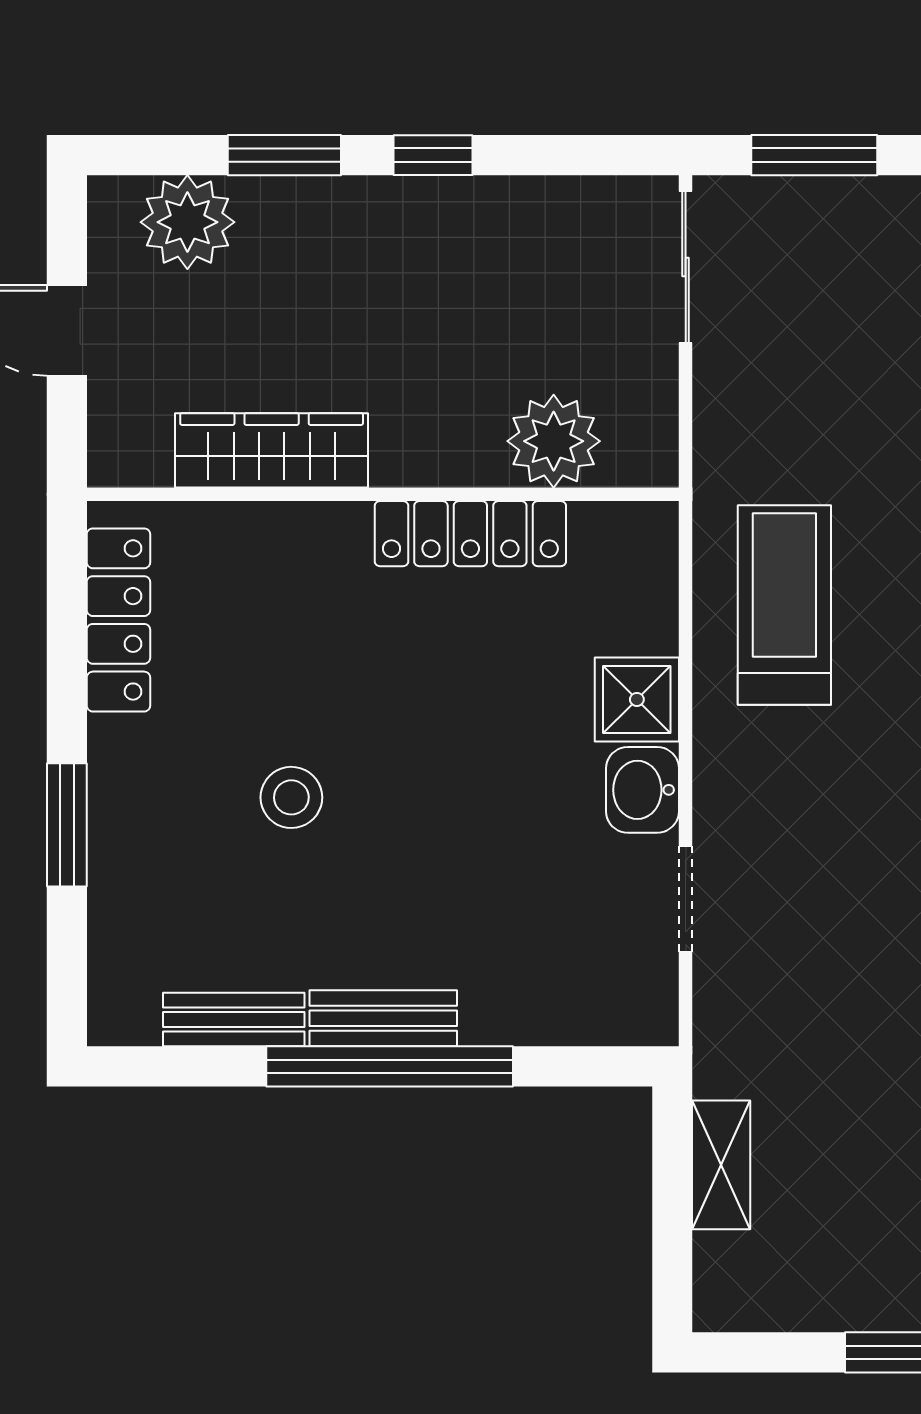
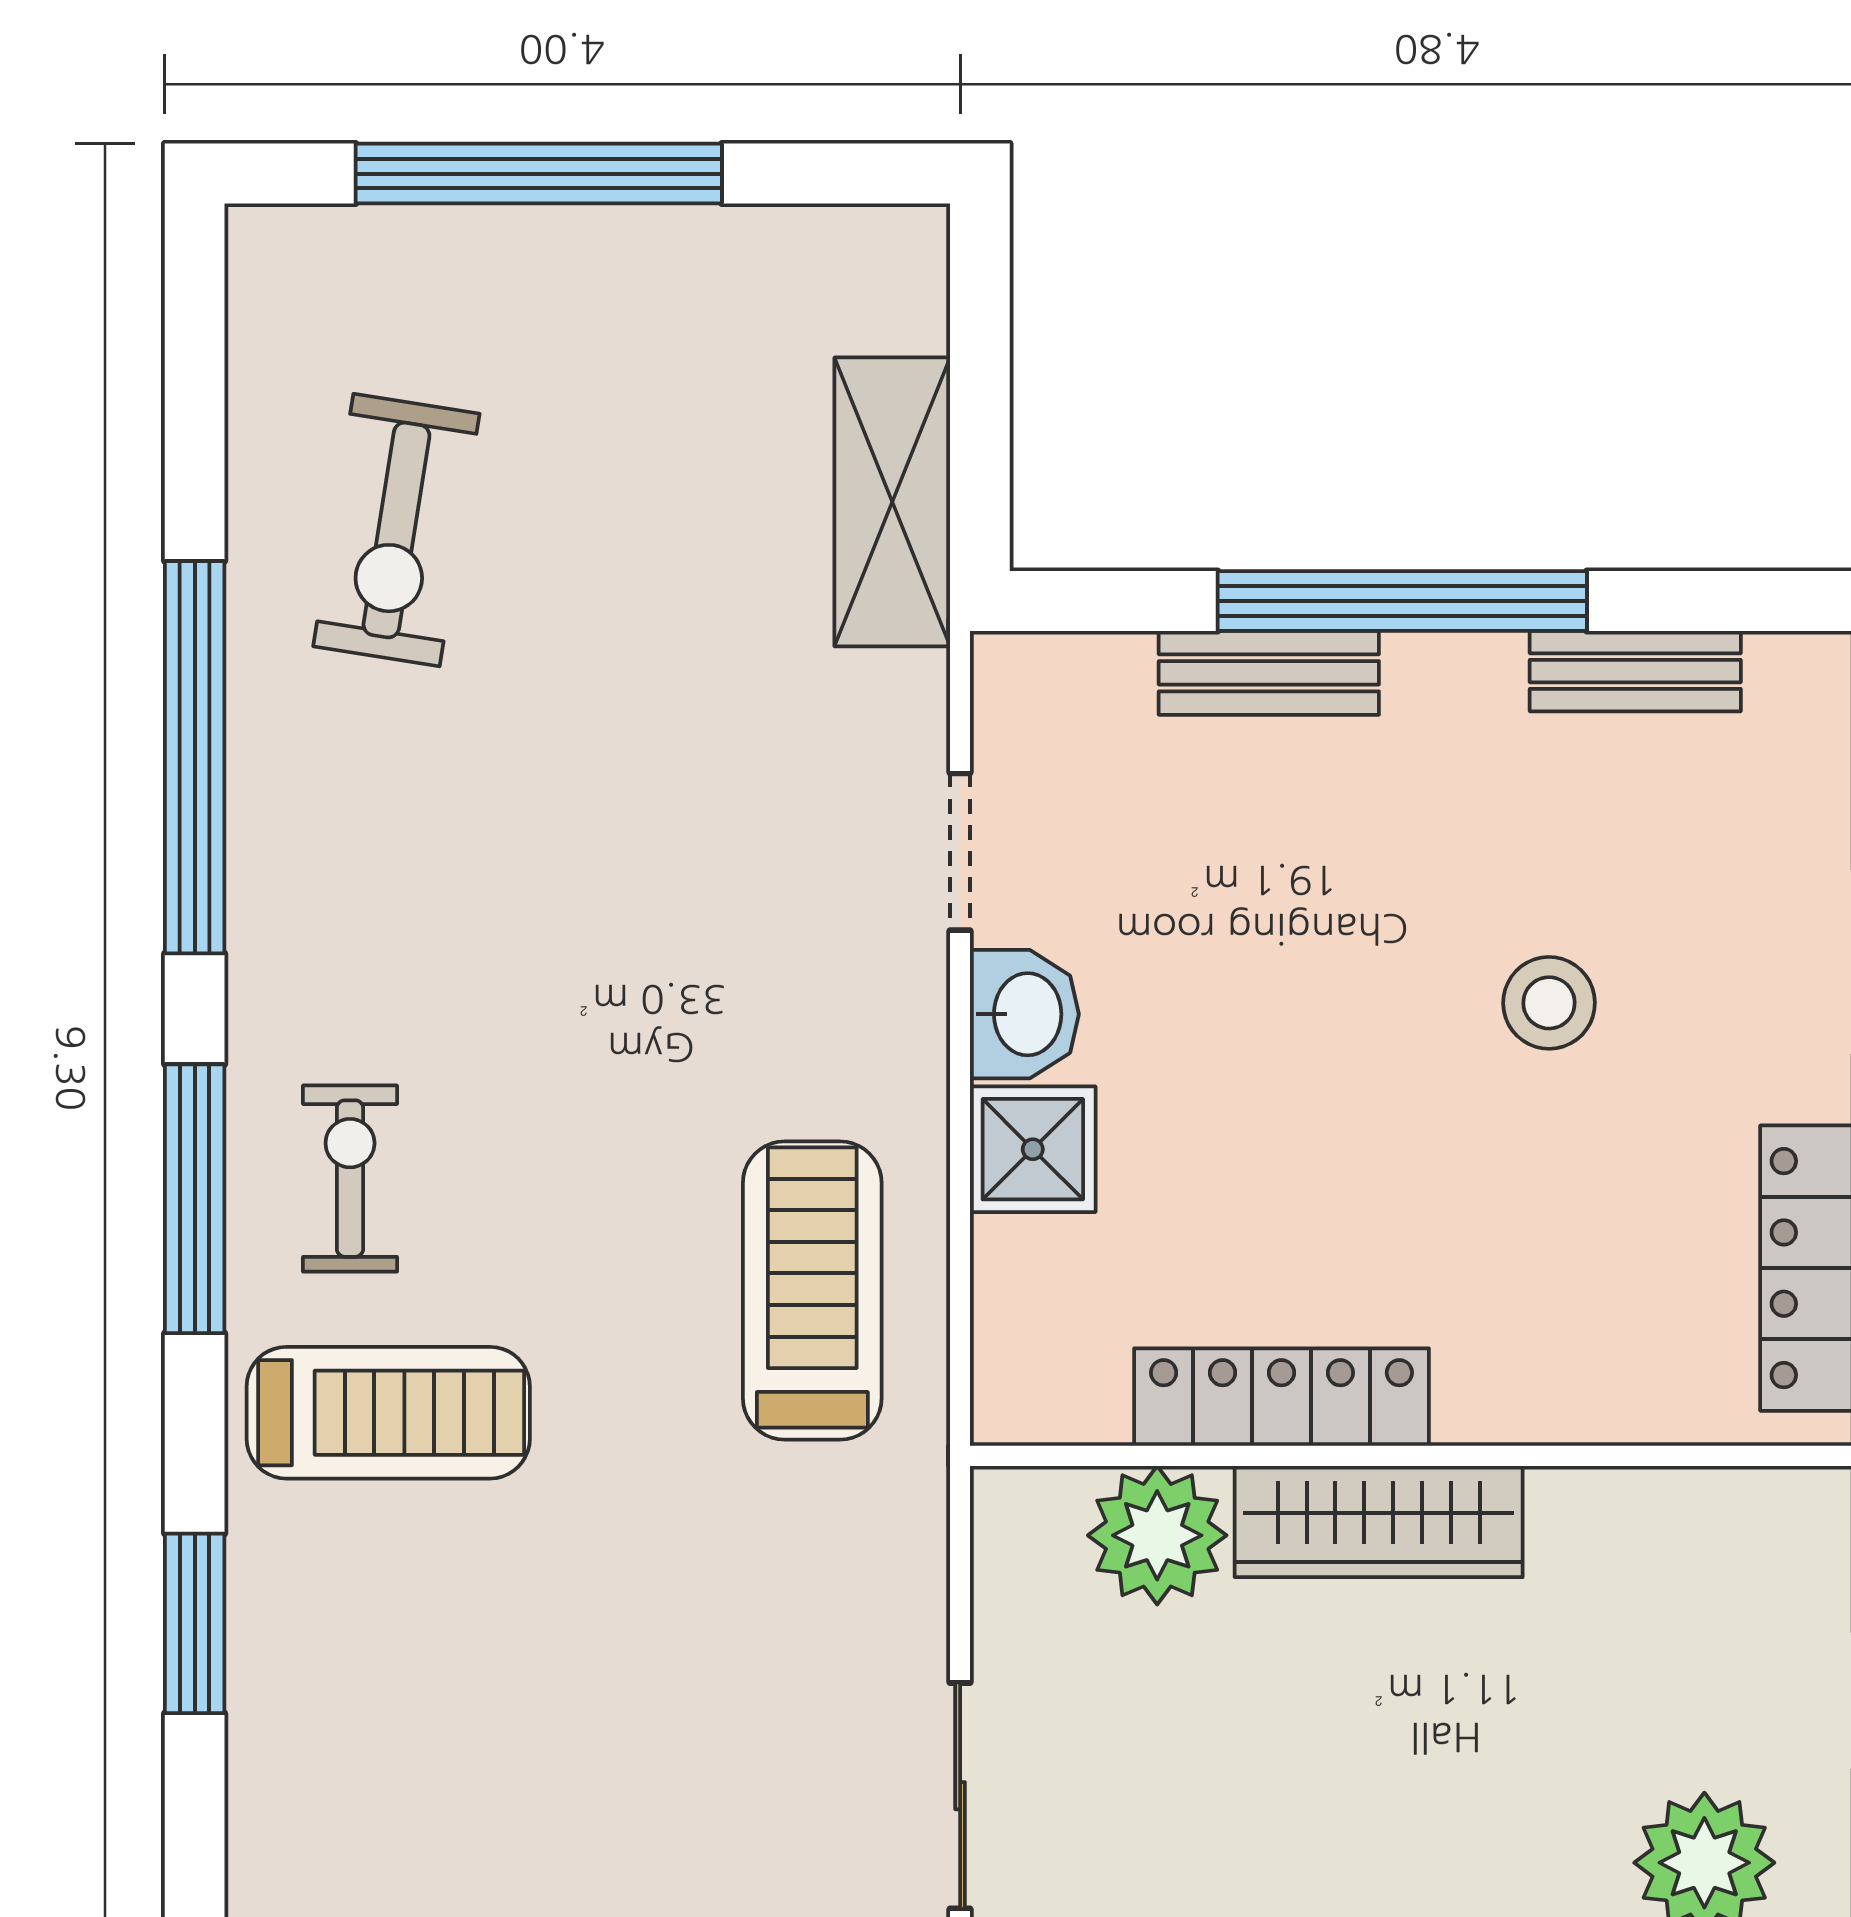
wardrobe: (272, 450) -> (1379, 1521), moved
treadmill: (784, 605) -> (812, 1290), turned 180
bench: (383, 1018) -> (1269, 673), moved
shelving: (721, 1165) -> (892, 502), width x1.50, depth x1.33

